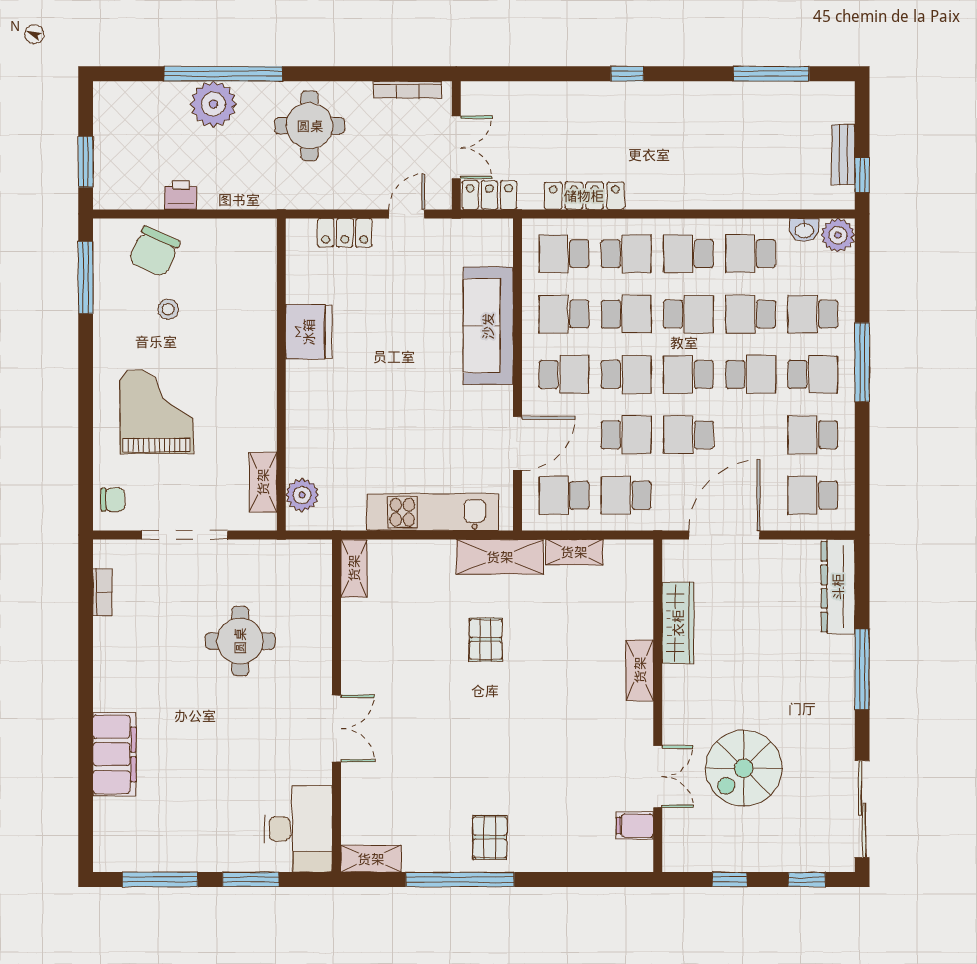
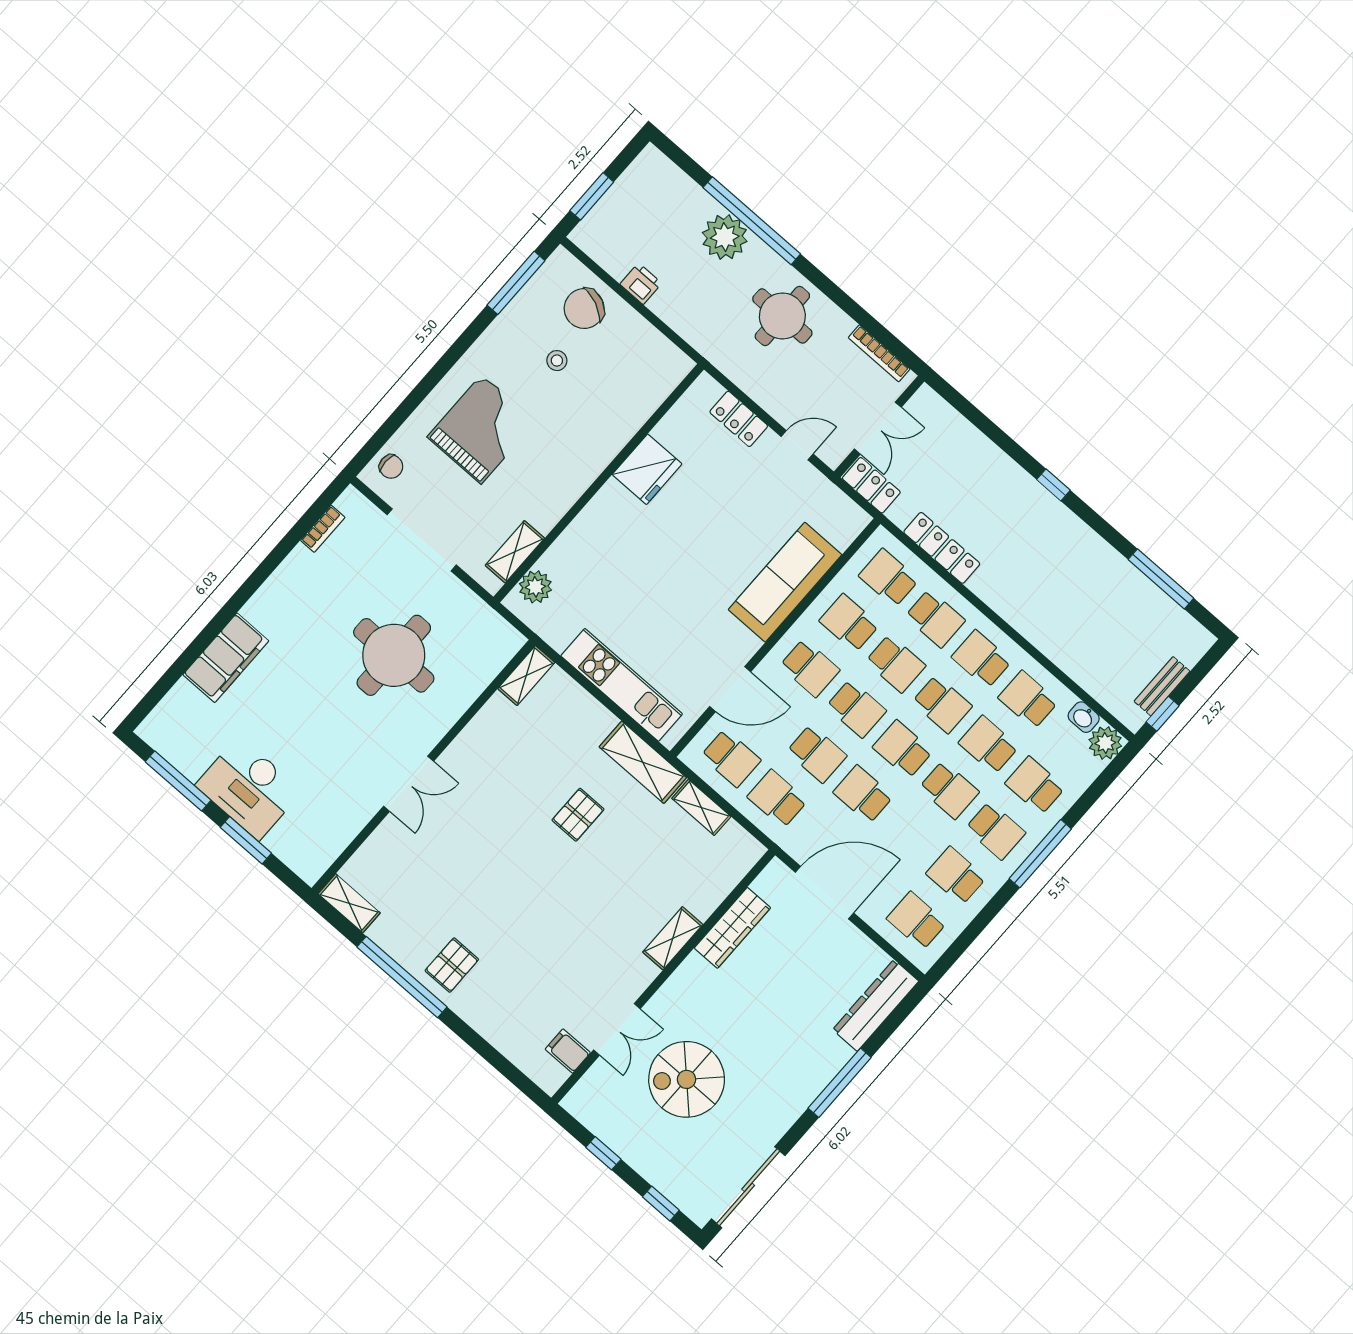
school desk: (564, 495) -> (731, 758), turned 180
round table: (240, 641) -> (394, 655), width x1.36, depth x1.36
desk: (298, 829) -> (249, 788), moved, turned 90

